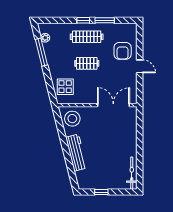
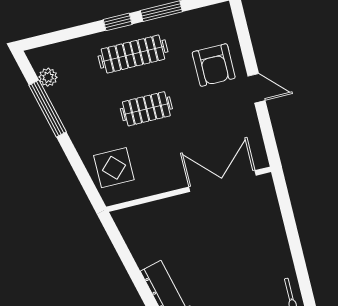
stool: (72, 119) -> (145, 230), removed

